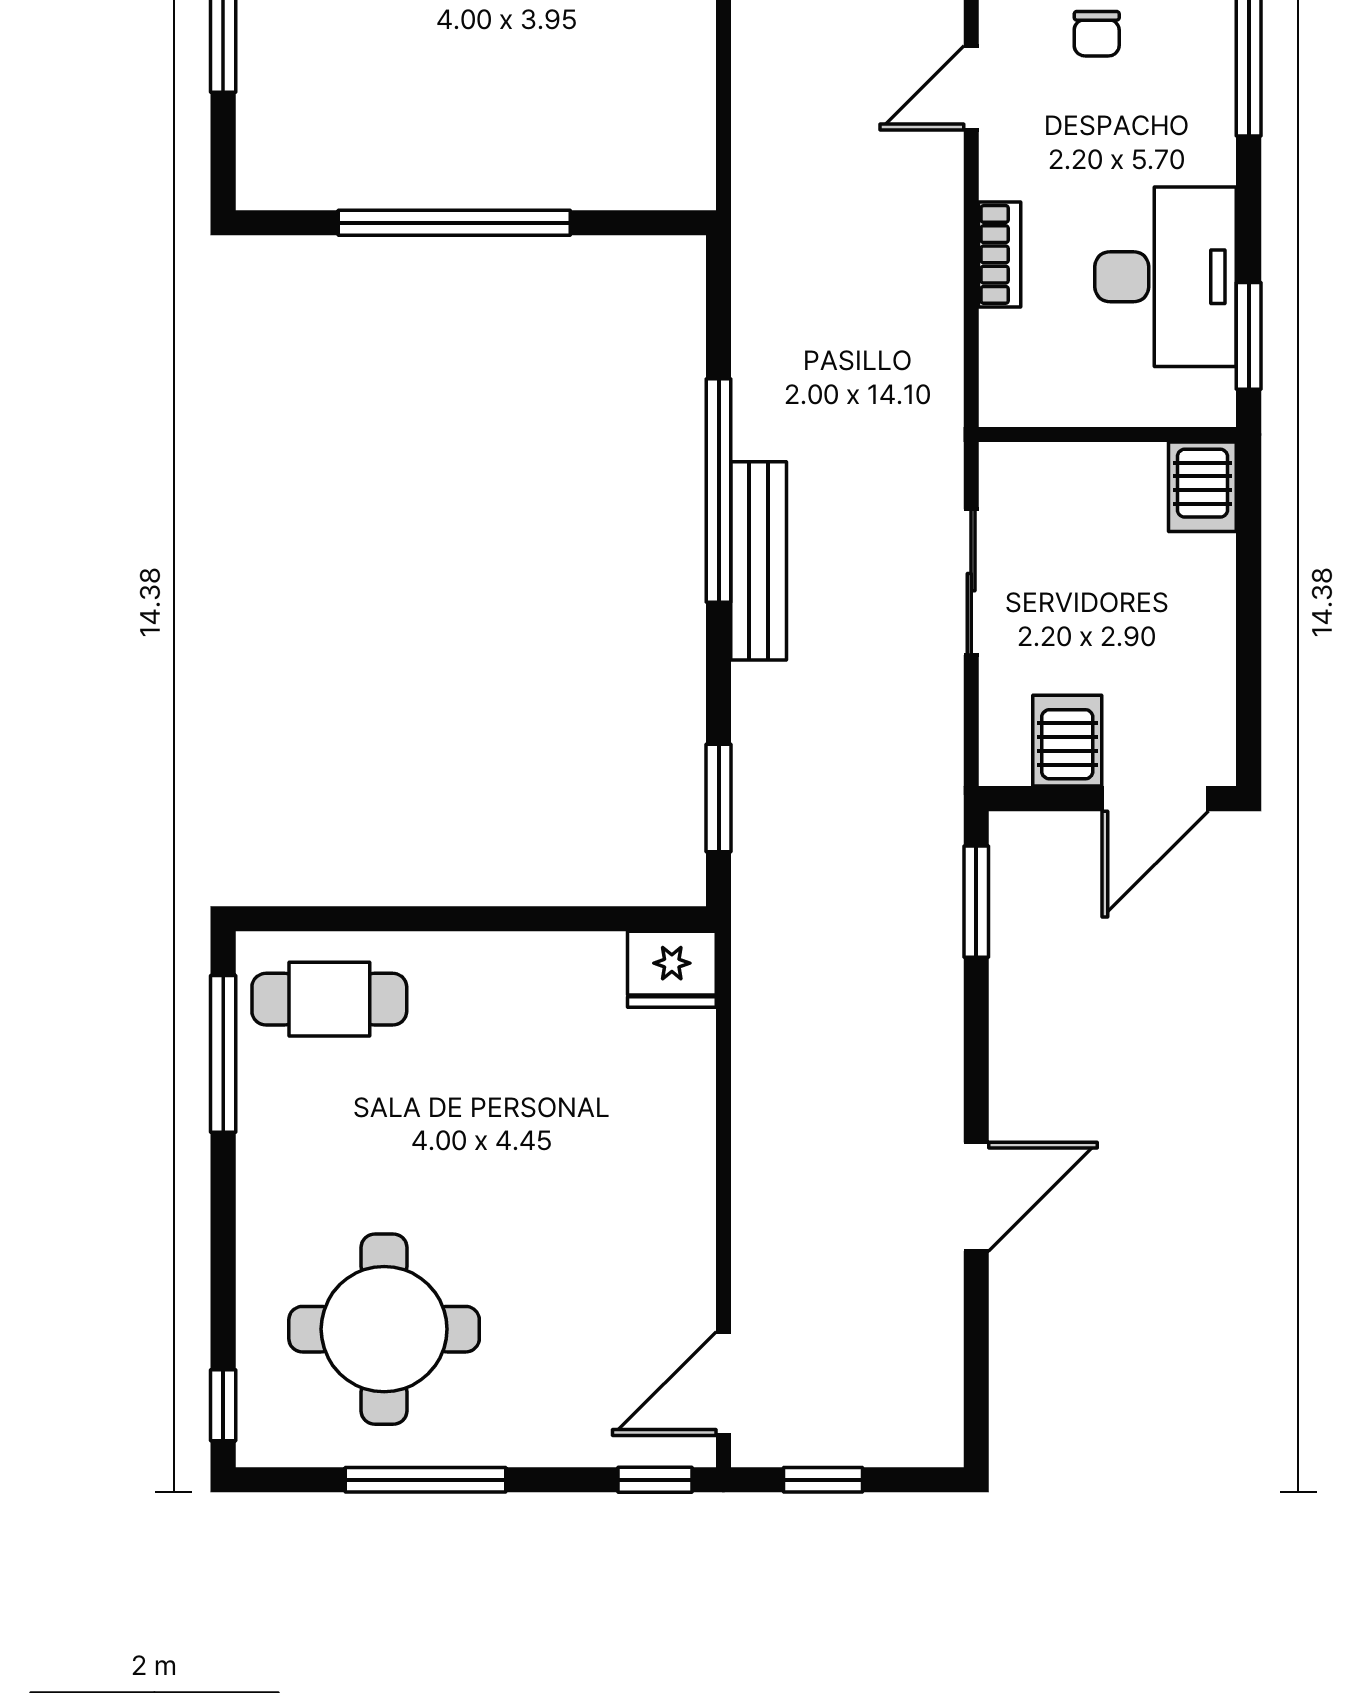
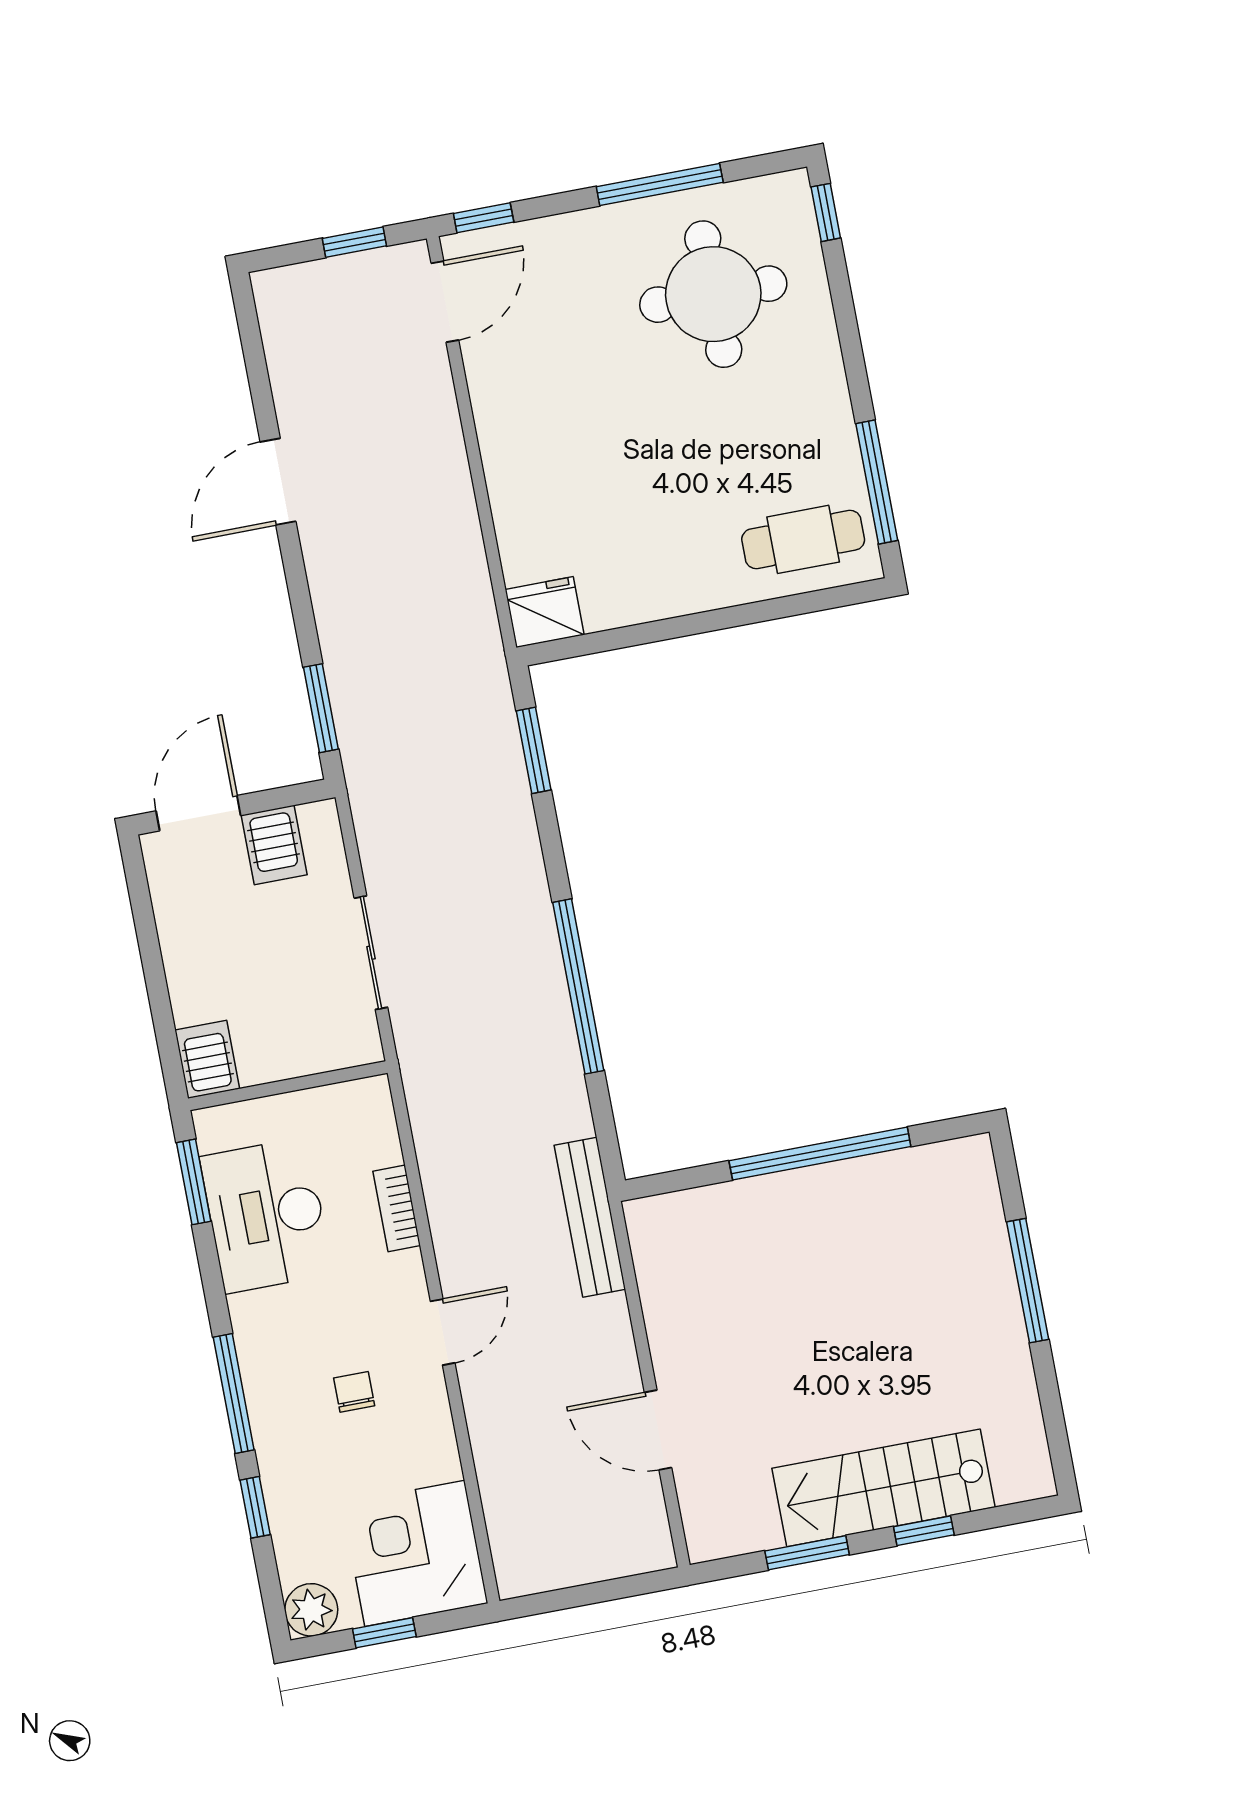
bench: (759, 561) -> (590, 1217), moved

